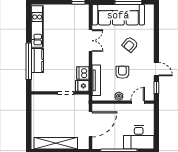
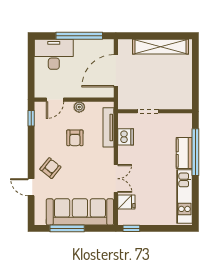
double door: (90, 41) -> (116, 179), swing flipped
armchair: (130, 44) -> (50, 168), moved
door: (156, 69) -> (31, 187), moved
fridge: (82, 86) -> (126, 202), moved

